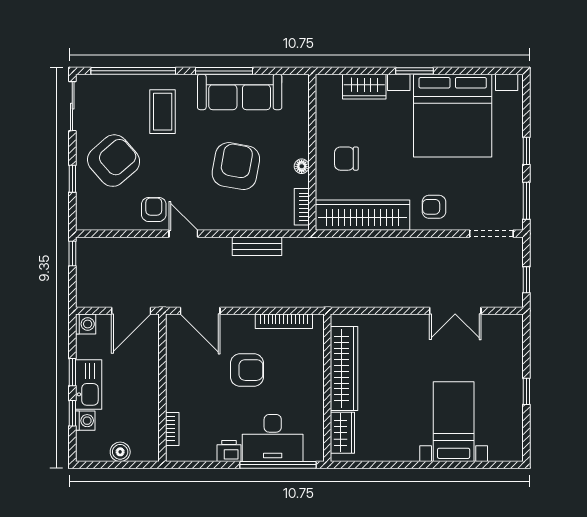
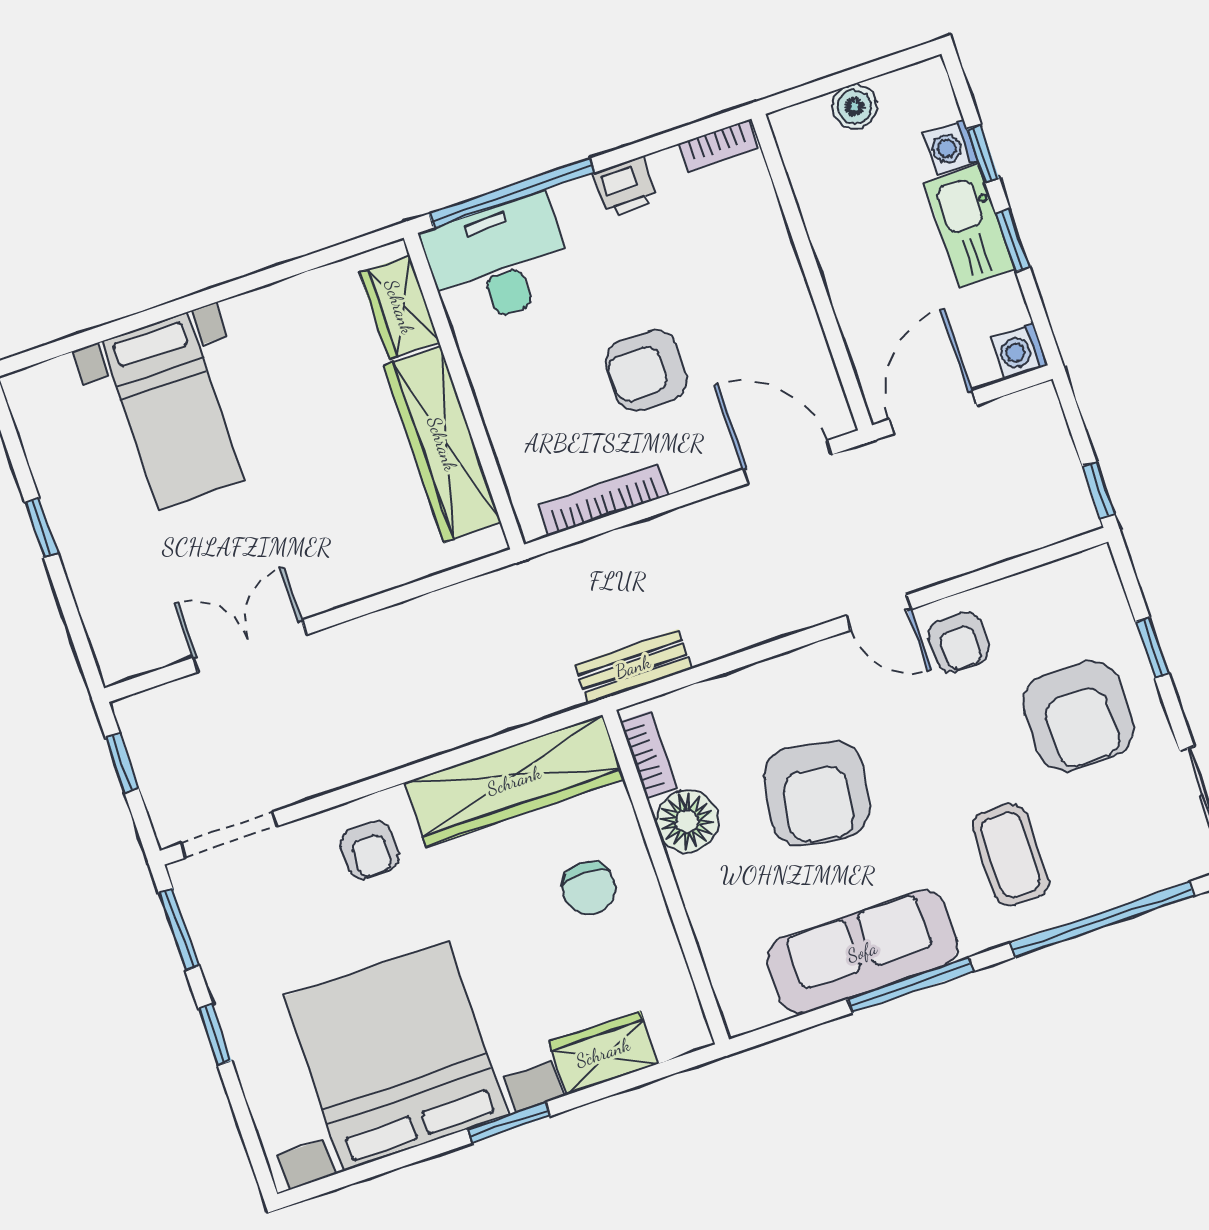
chair: (346, 159) -> (589, 888), turned 90
armchair: (114, 161) -> (1079, 716), turned -49
floor lamp: (302, 166) -> (687, 821), width x1.89, depth x1.89
armchair: (434, 207) -> (370, 850), turned 90
bench: (257, 246) -> (633, 667), moved
bookcase: (172, 429) -> (719, 146), moved, turned -90
desk: (273, 438) -> (498, 261), moved

